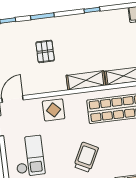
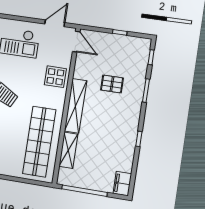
shelving: (86, 80) -> (76, 106), width x1.47

